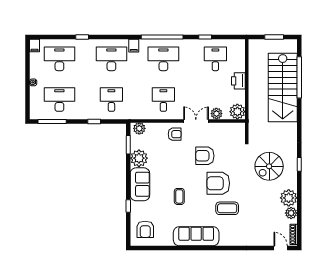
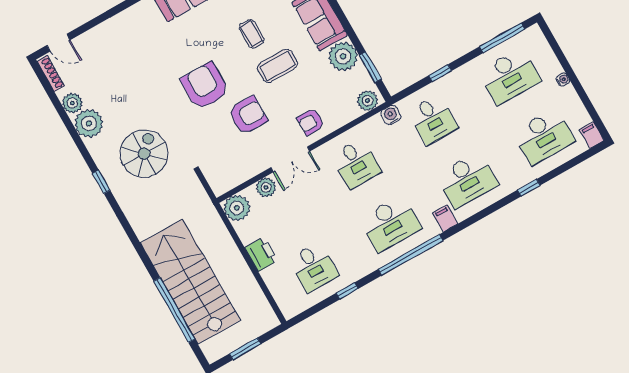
water cooler: (132, 114) -> (391, 115), added
armchair: (218, 183) -> (205, 86), turned -90
coffee table: (227, 208) -> (277, 66), moved

